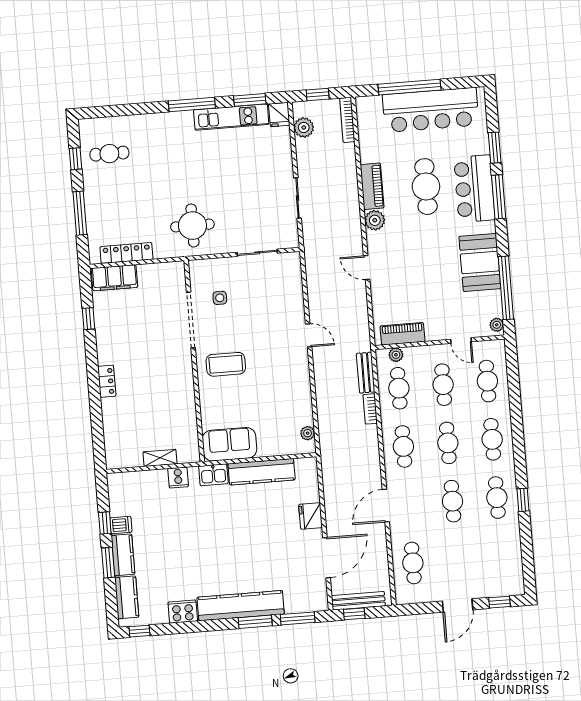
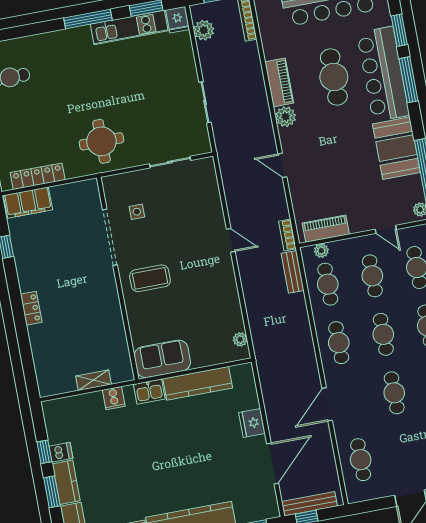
bar counter: (474, 189) -> (383, 74), width x1.36
bookcase: (370, 409) -> (287, 235), moved

